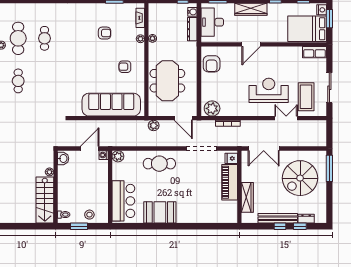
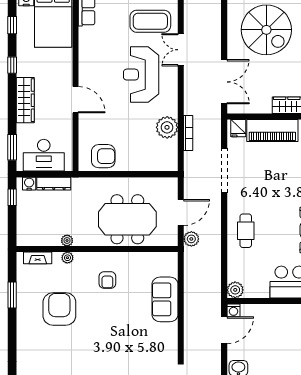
armchair: (105, 33) -> (59, 309), width x1.88, depth x1.88
sofa: (111, 105) -> (165, 299), width x0.54, depth x0.79
plant: (212, 108) -> (167, 127), moved
door: (183, 118) -> (181, 213), moved
door: (90, 148) -> (224, 330), swing flipped
cafe table: (159, 164) -> (246, 231), width x0.73, depth x0.74

